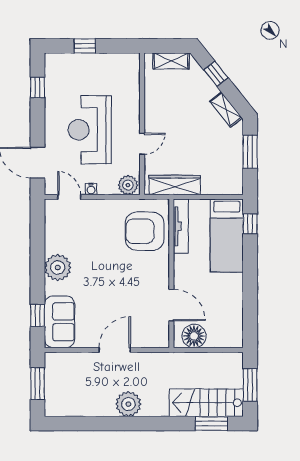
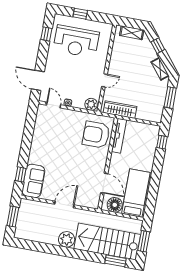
reception desk: (90, 130) -> (76, 41), moved, turned -90
bed: (227, 236) -> (136, 193), moved, turned 180
plant: (58, 268) -> (38, 147), removed
stairs: (206, 403) -> (107, 242), width x1.36, depth x1.51

